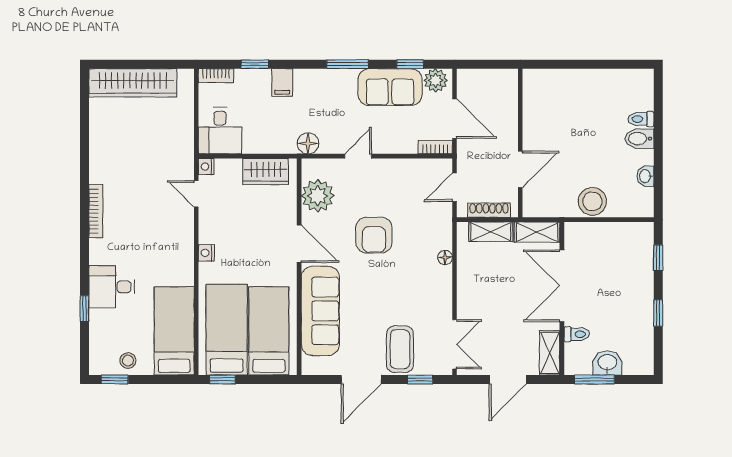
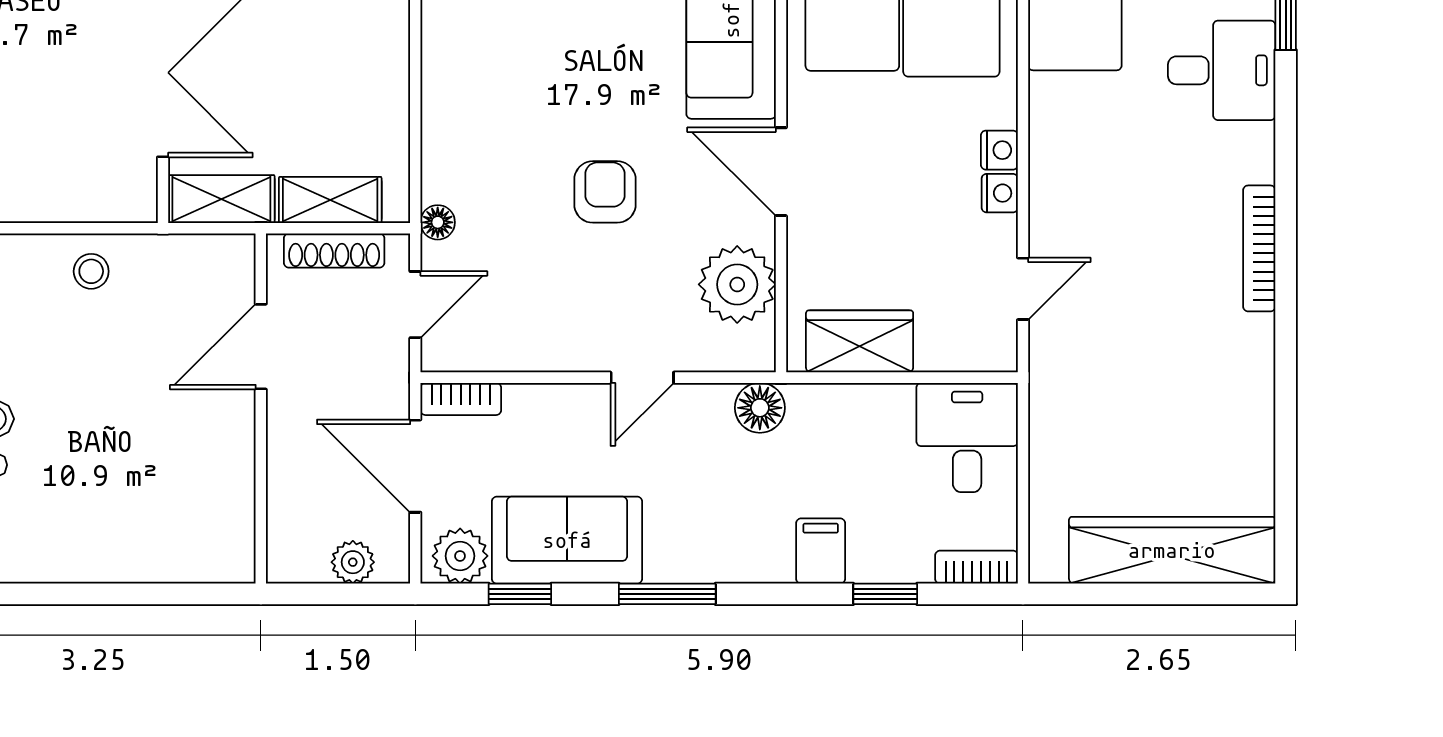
plant: (481, 78) -> (353, 562), added
nightstand: (206, 167) -> (1000, 193), moved
door: (196, 194) -> (1023, 289), hinge flipped
stool: (592, 201) -> (91, 271), width x0.53, depth x0.53
armchair: (374, 235) -> (605, 192), width x0.72, depth x0.72
floor lamp: (445, 258) -> (438, 222), moved

